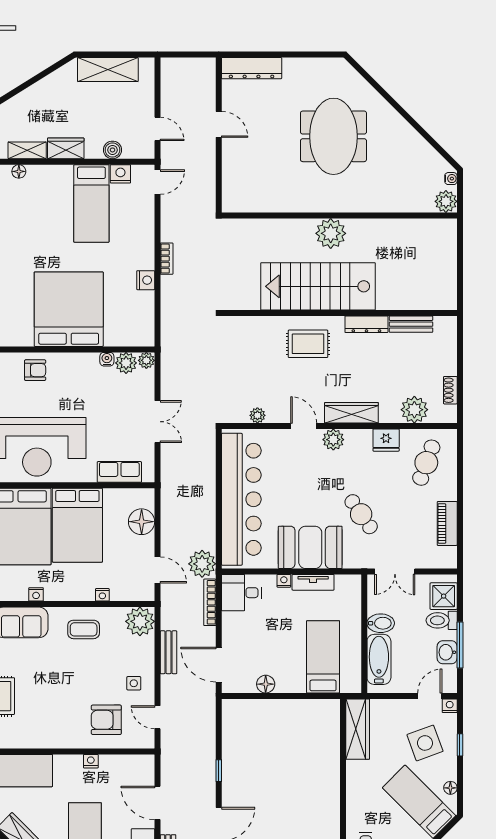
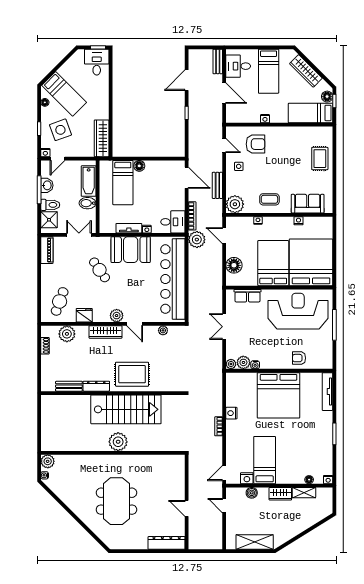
rug: (308, 344) -> (132, 374), width x1.36, depth x1.43
piano: (447, 523) -> (47, 250), moved
floor lamp: (266, 684) -> (139, 166), moved

